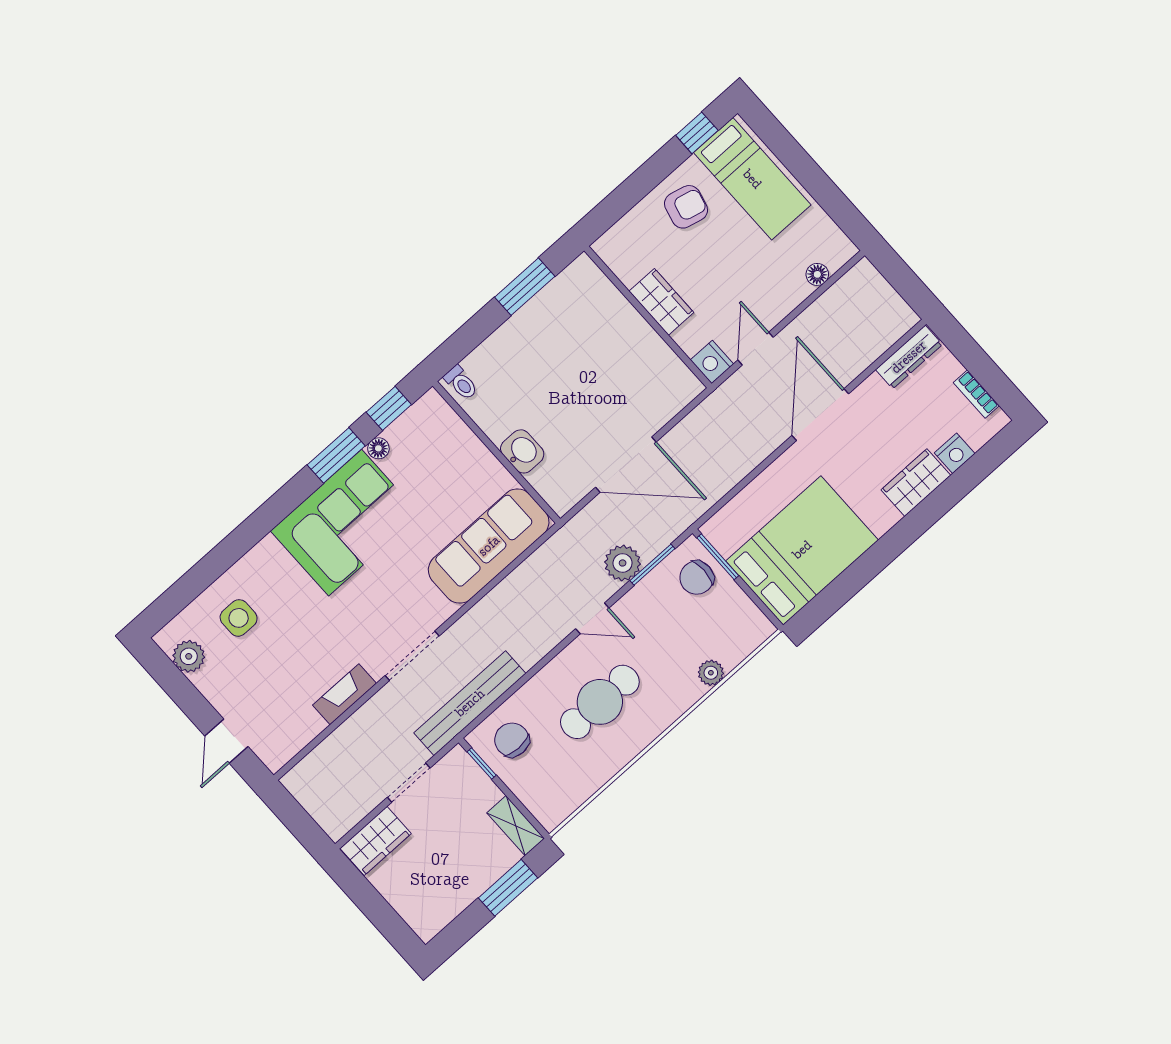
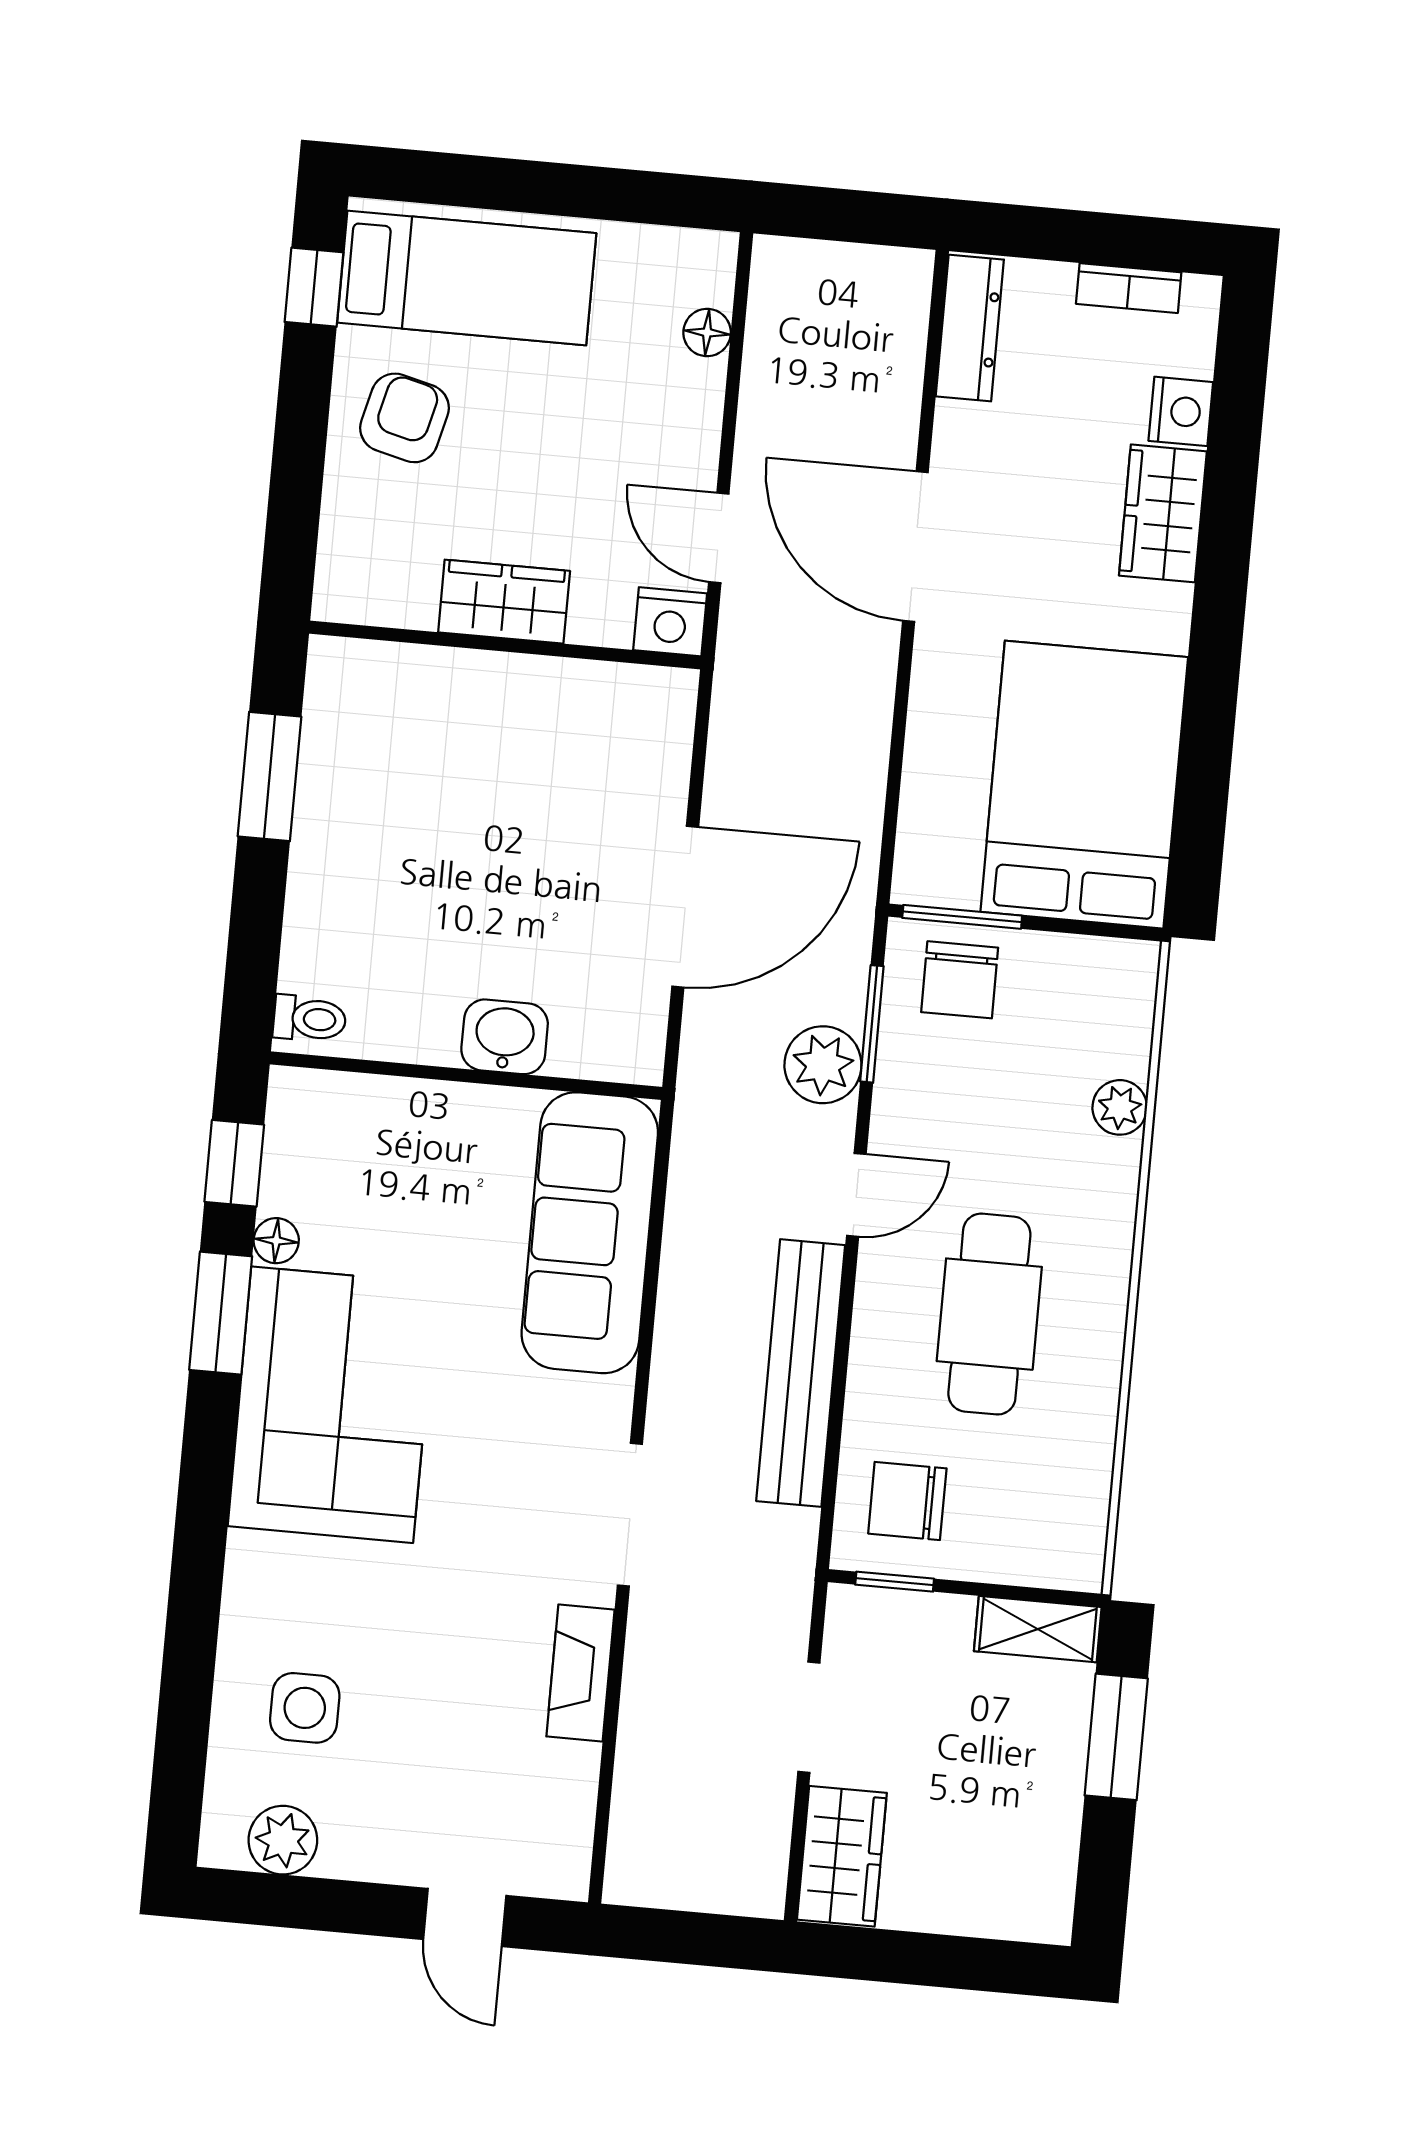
bench: (470, 703) -> (801, 1373), moved

